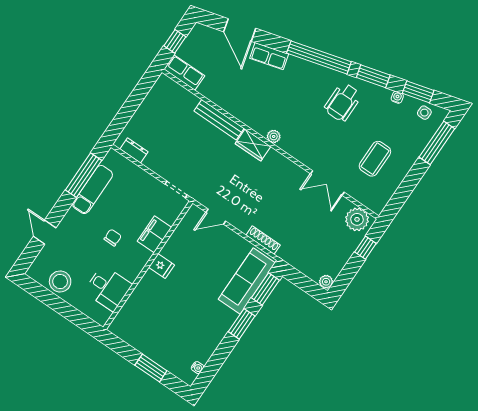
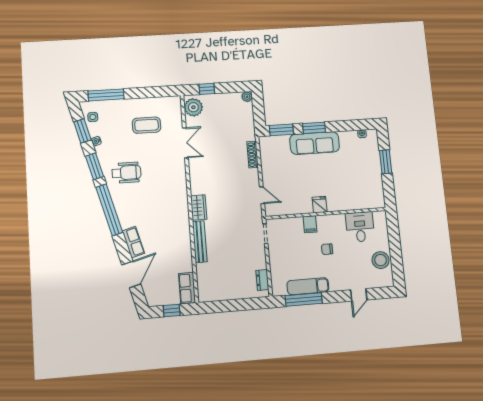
plant: (274, 136) -> (183, 199), removed
filing cabinet: (154, 234) -> (310, 224), width x0.50
sofa: (247, 281) -> (315, 143), moved

